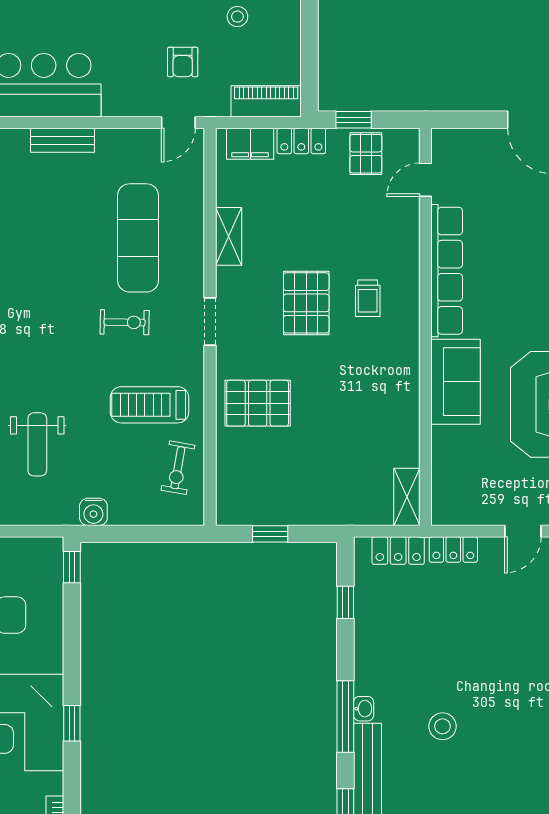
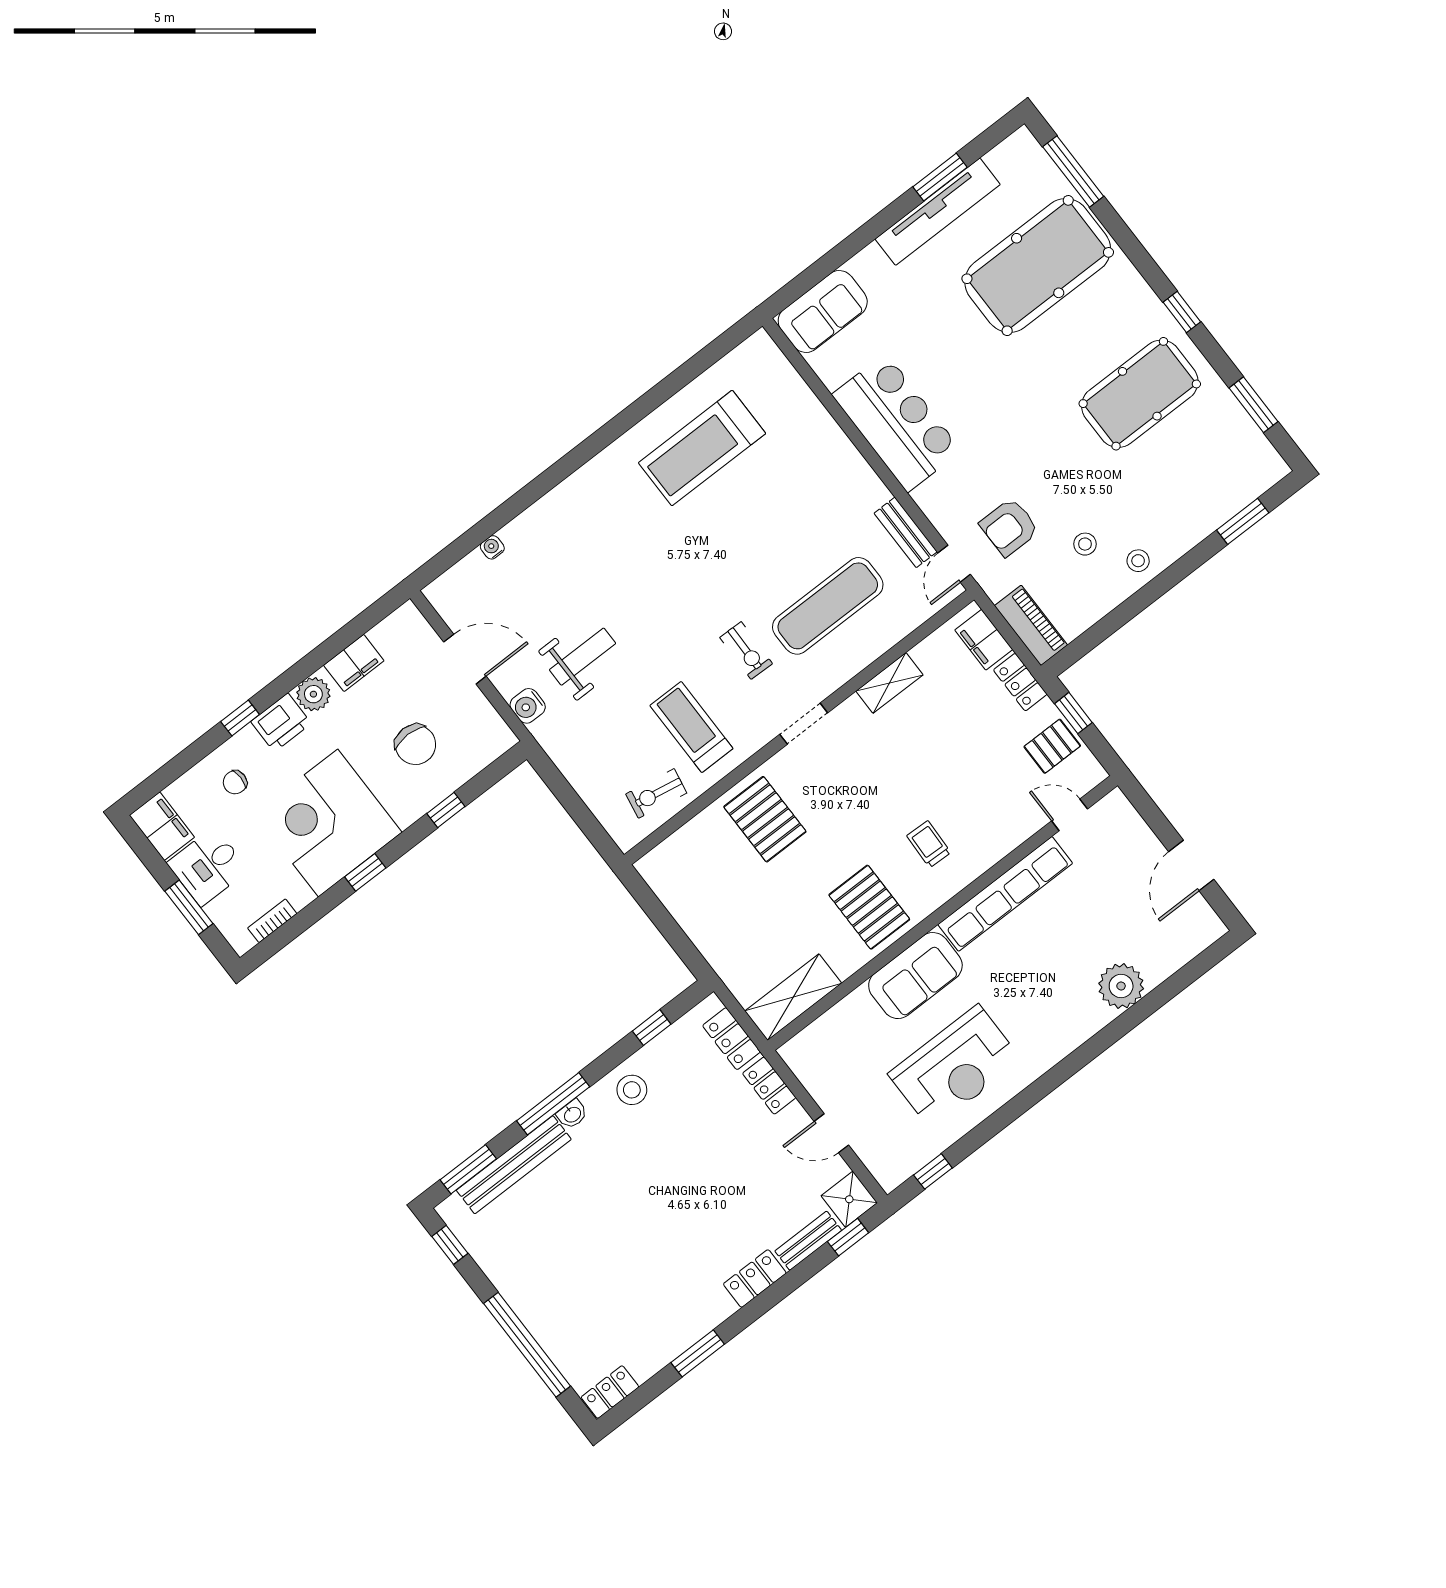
armchair: (183, 62) -> (1009, 527), width x1.38, depth x1.38
door: (178, 123) -> (954, 564), hinge flipped
bench: (63, 140) -> (906, 532), moved
trolley: (368, 298) -> (929, 844), turned 92
pallet: (306, 303) -> (869, 907), moved, turned 90
weight bench: (37, 444) -> (583, 657), turned 180
shelving: (407, 497) -> (793, 997), width x1.50, depth x1.33
water cooler: (93, 512) -> (528, 706), moved
window: (270, 534) -> (661, 917), removed
window: (72, 567) -> (446, 810), moved
stool: (442, 726) -> (632, 1090), moved

